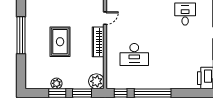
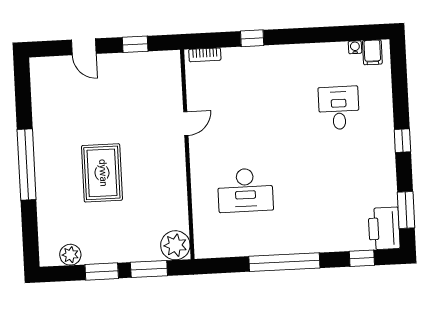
wardrobe: (98, 42) -> (175, 170), removed
plant: (56, 83) -> (70, 255), moved
window: (121, 93) -> (362, 258), moved

